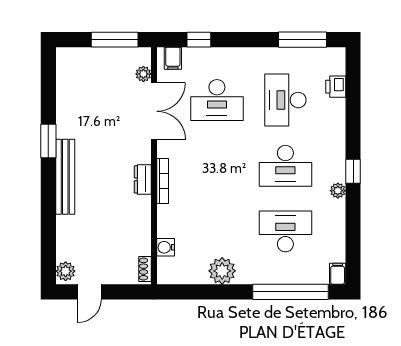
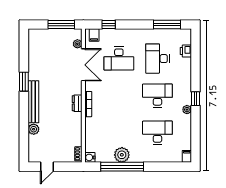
desk: (285, 166) -> (157, 96), turned 180
water cooler: (166, 247) -> (90, 157), moved
plant: (66, 271) -> (34, 129), moved
window: (291, 292) -> (122, 167), moved

